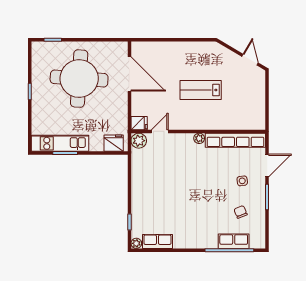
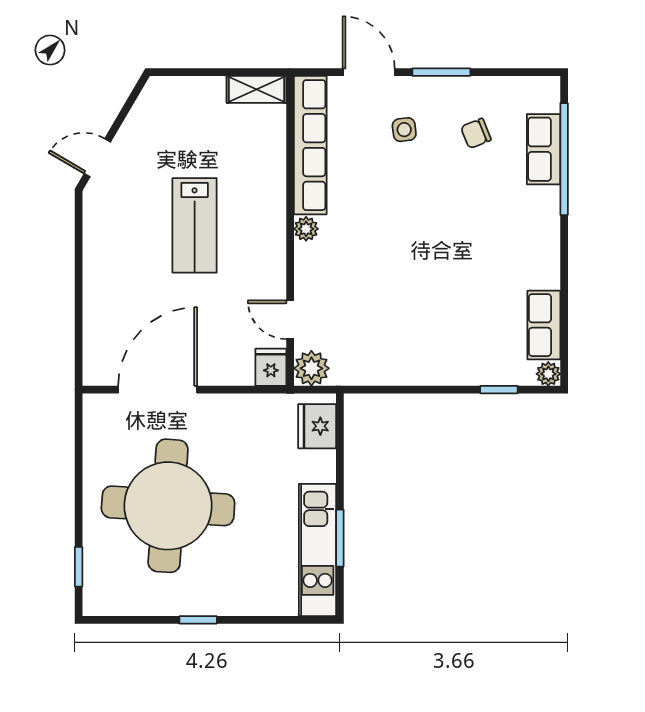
door: (250, 60) -> (97, 158), moved
shelving: (260, 117) -> (257, 89), added

